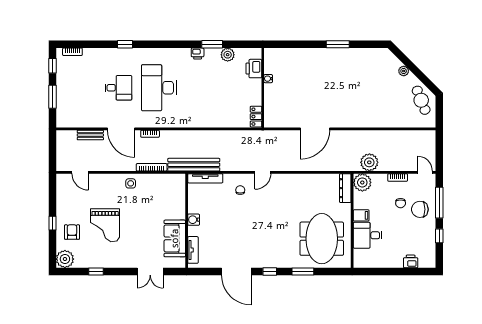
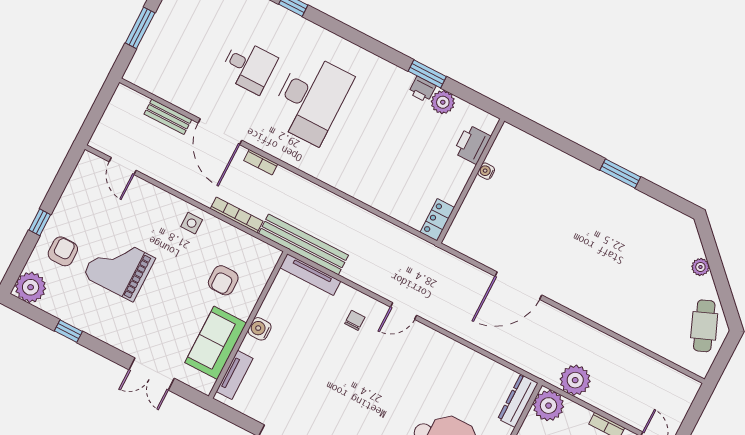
printer: (198, 54) -> (422, 89), moved
desk: (159, 88) -> (311, 98), turned 180
armchair: (162, 204) -> (223, 280), added
grand piano: (105, 225) -> (119, 267), turned 90

